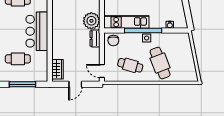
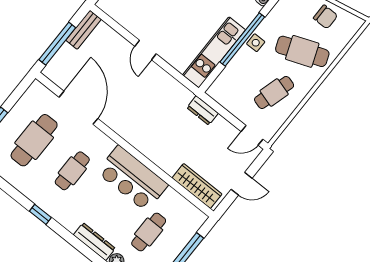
plant: (91, 21) -> (176, 97), removed
chair: (113, 41) -> (325, 17), moved
wardrobe: (57, 69) -> (197, 186), width x1.50
door: (75, 84) -> (242, 184), hinge flipped

